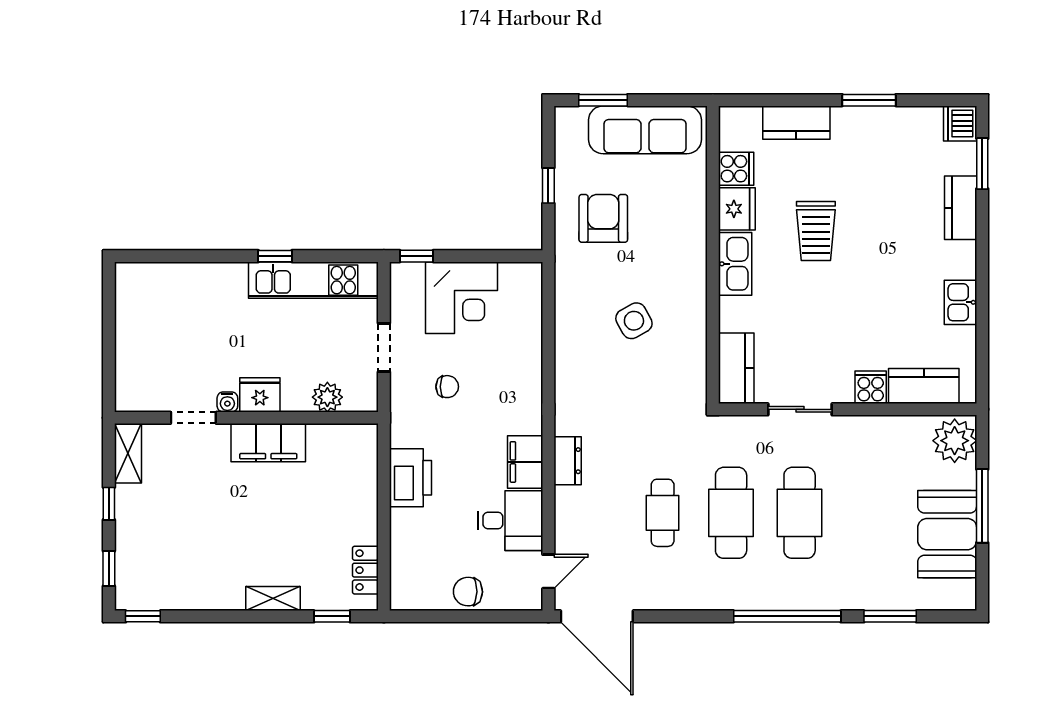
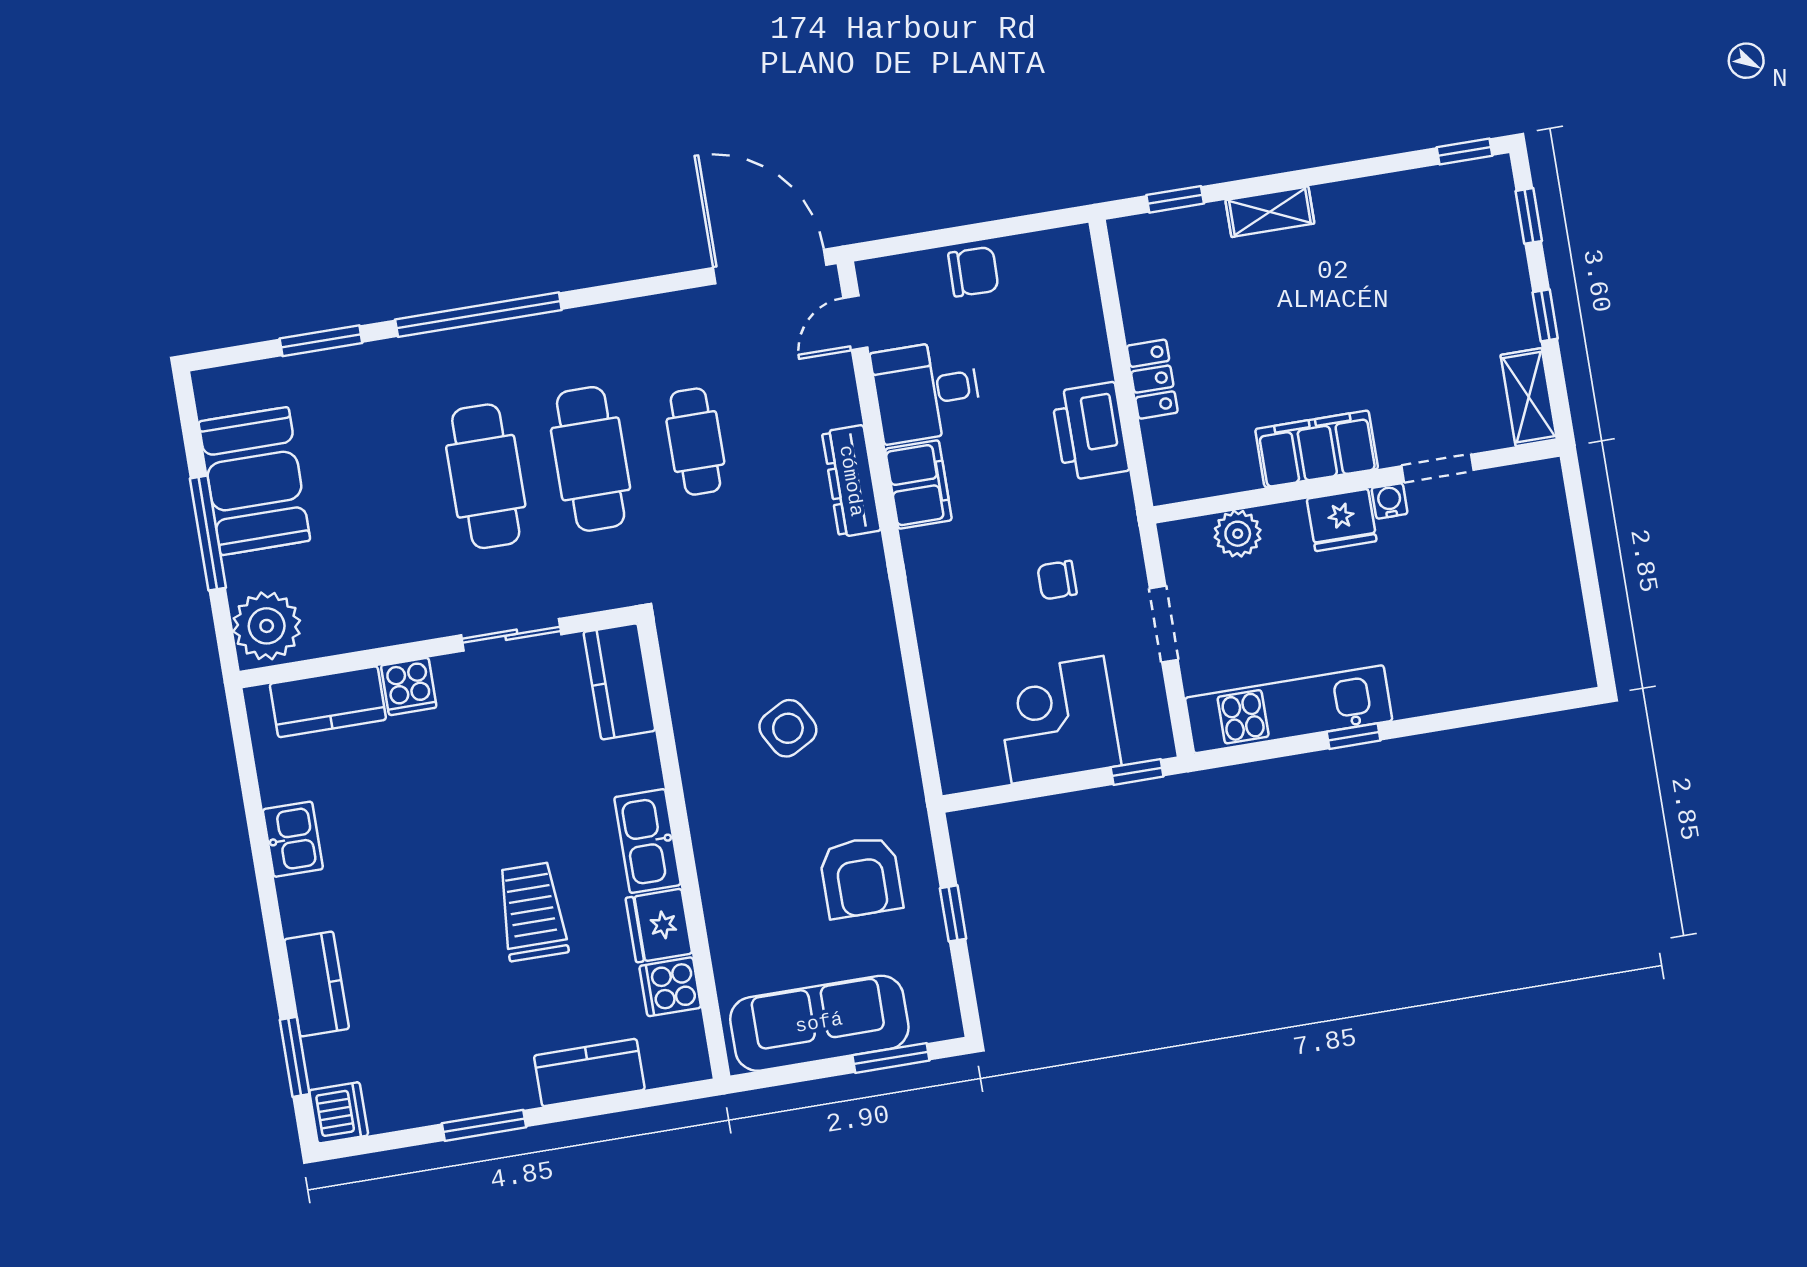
dresser: (568, 461) -> (851, 481), width x1.44
locker: (365, 570) -> (1152, 379), moved

